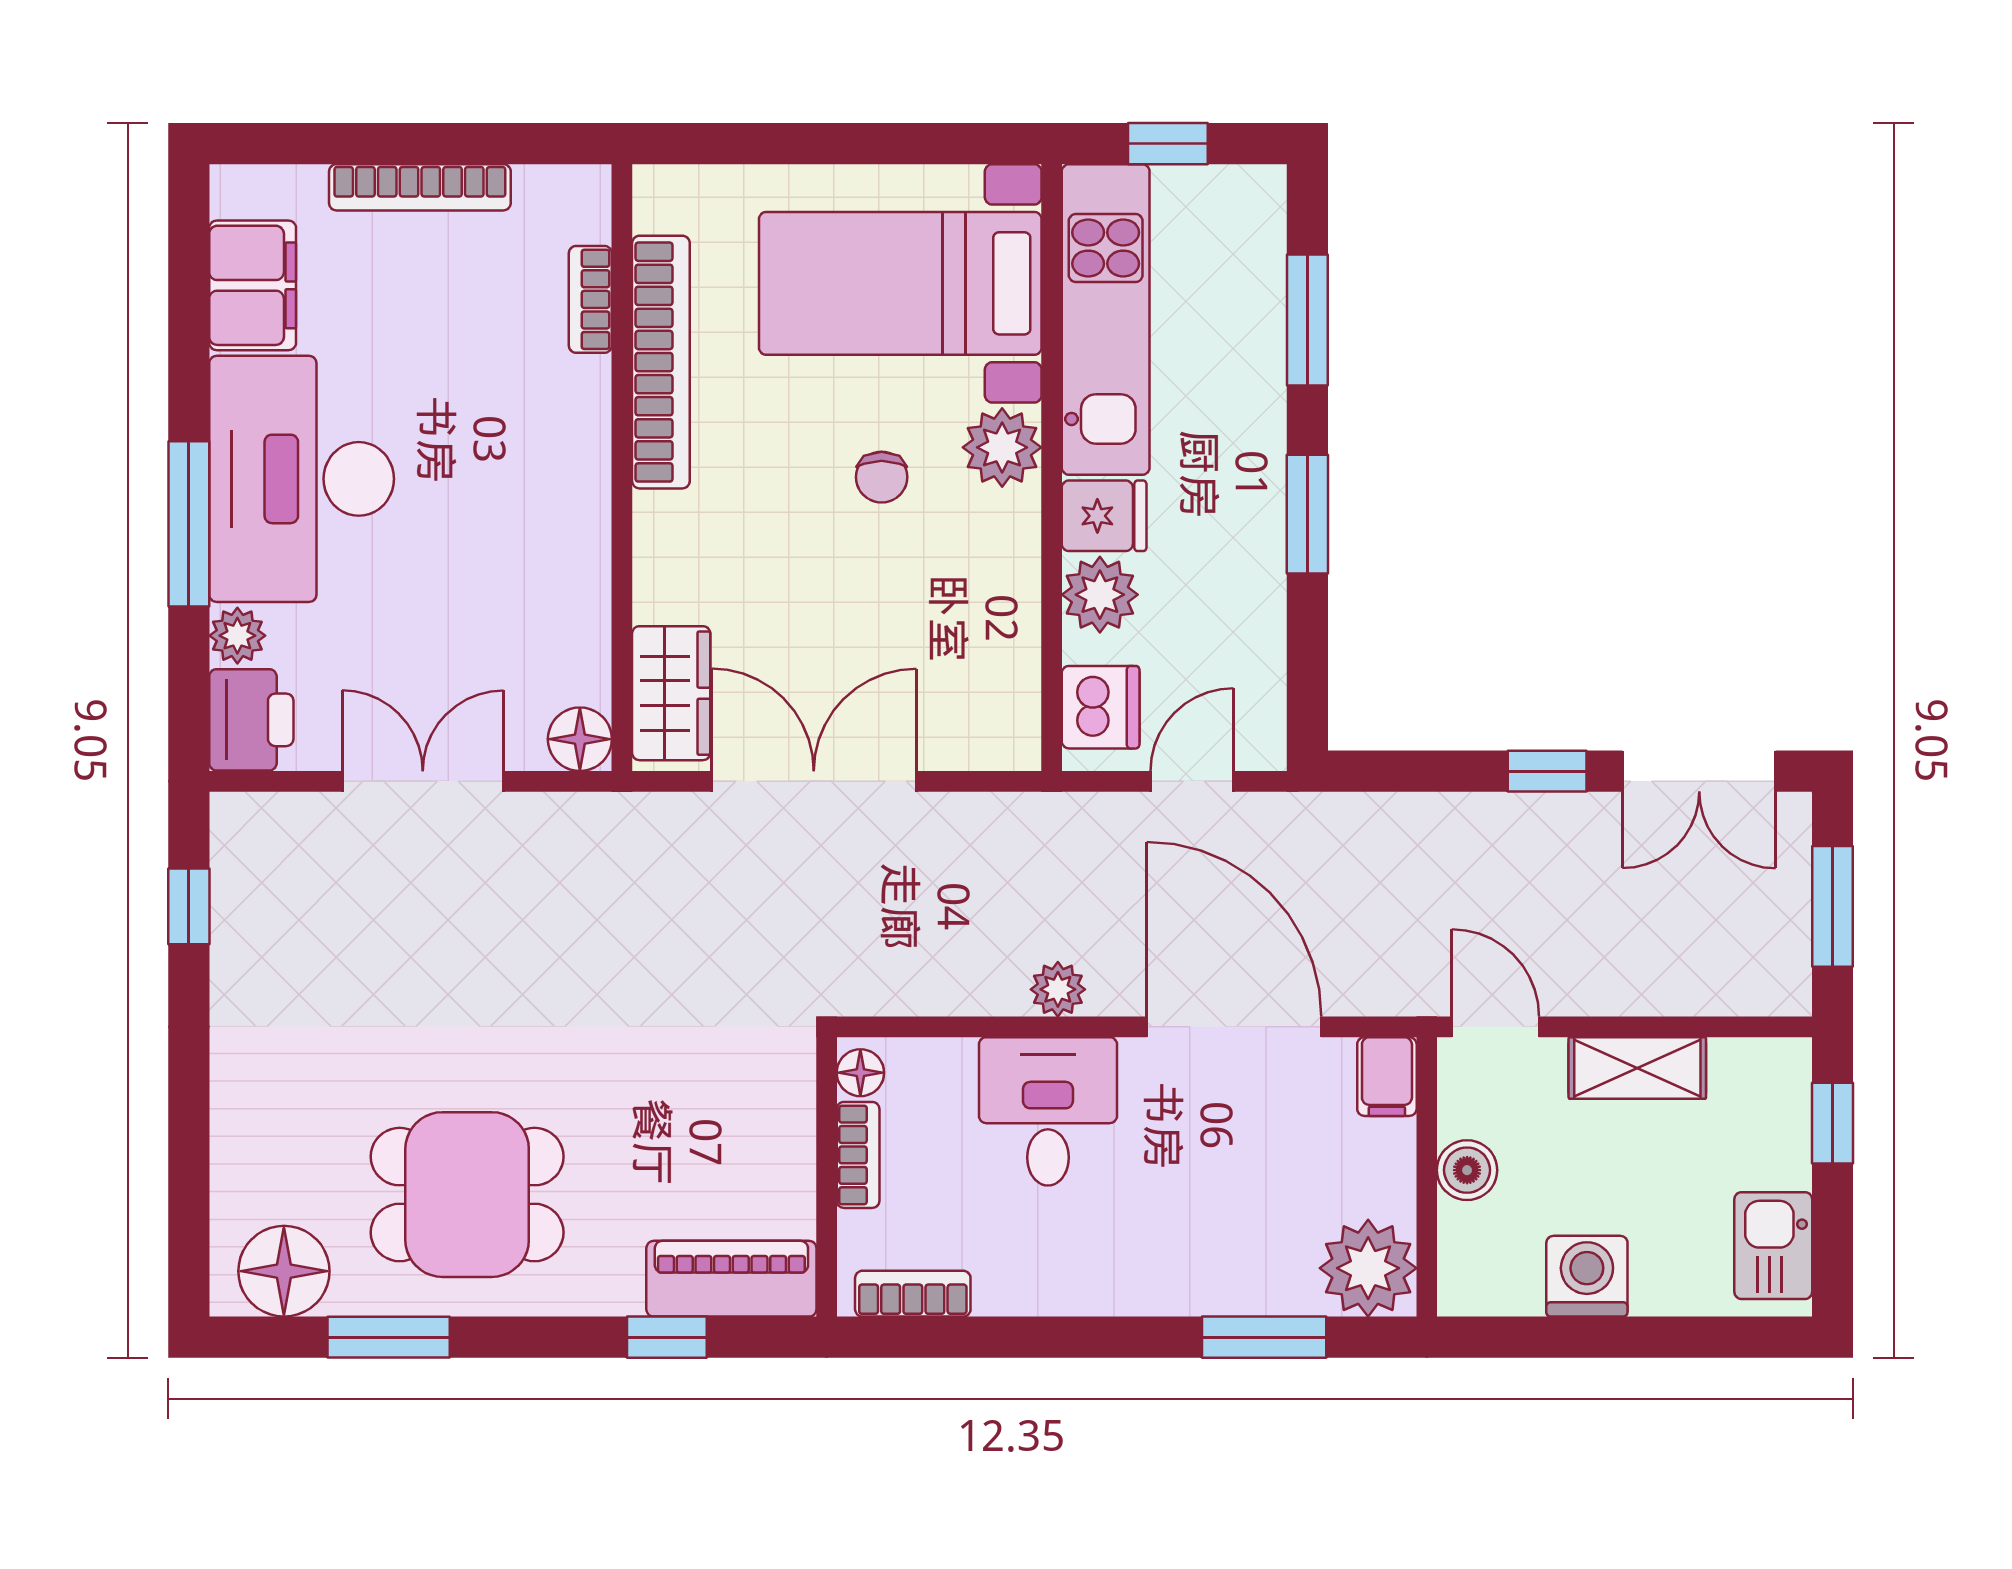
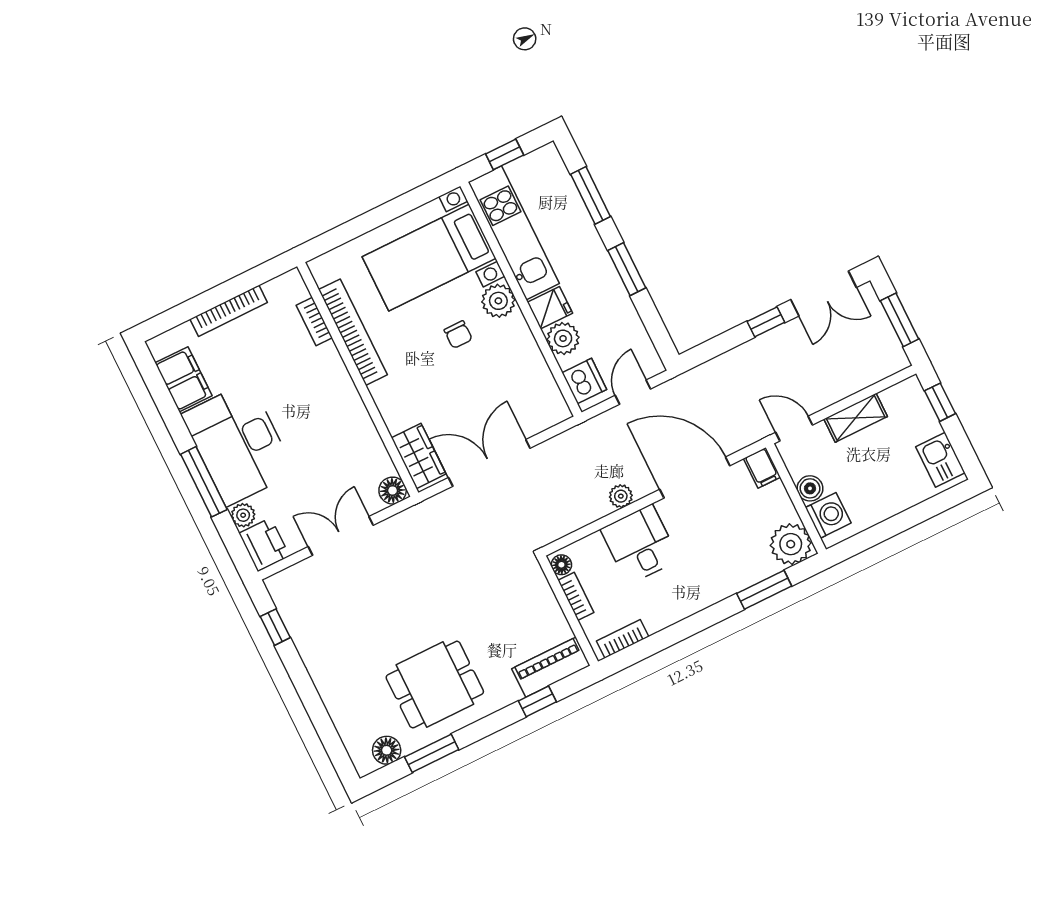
floor lamp: (284, 1271) -> (387, 750), width x0.73, depth x0.73
washing machine: (1587, 1276) -> (828, 515), moved, turned 90

